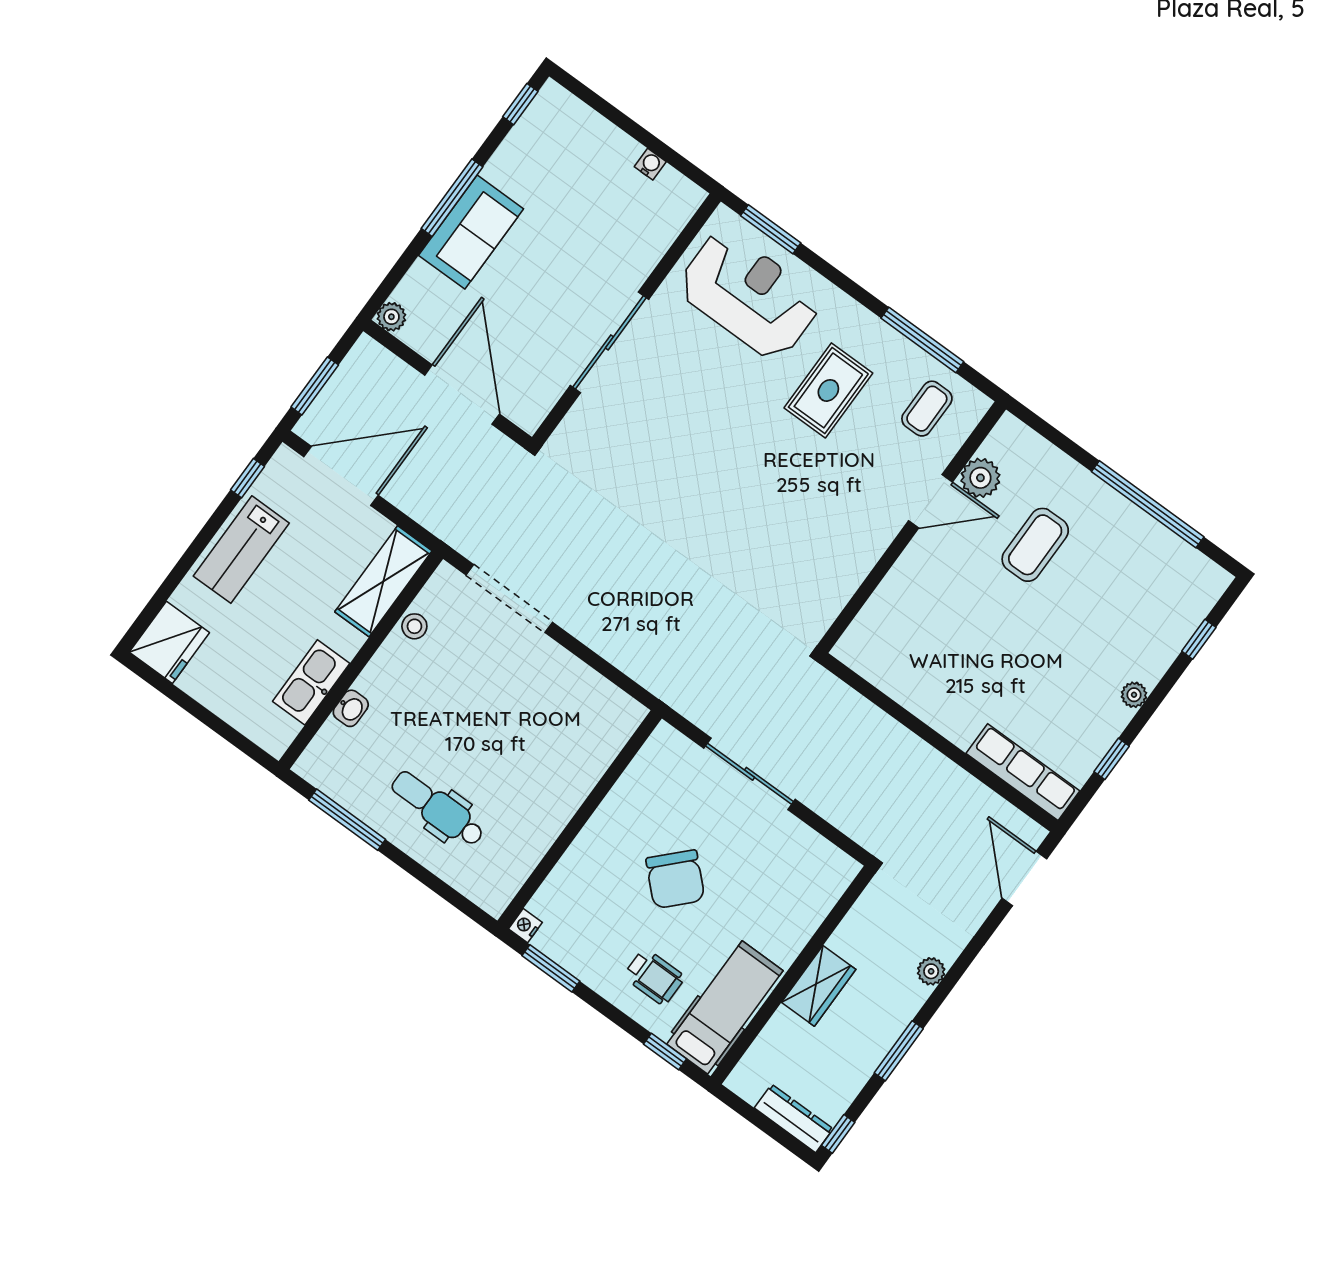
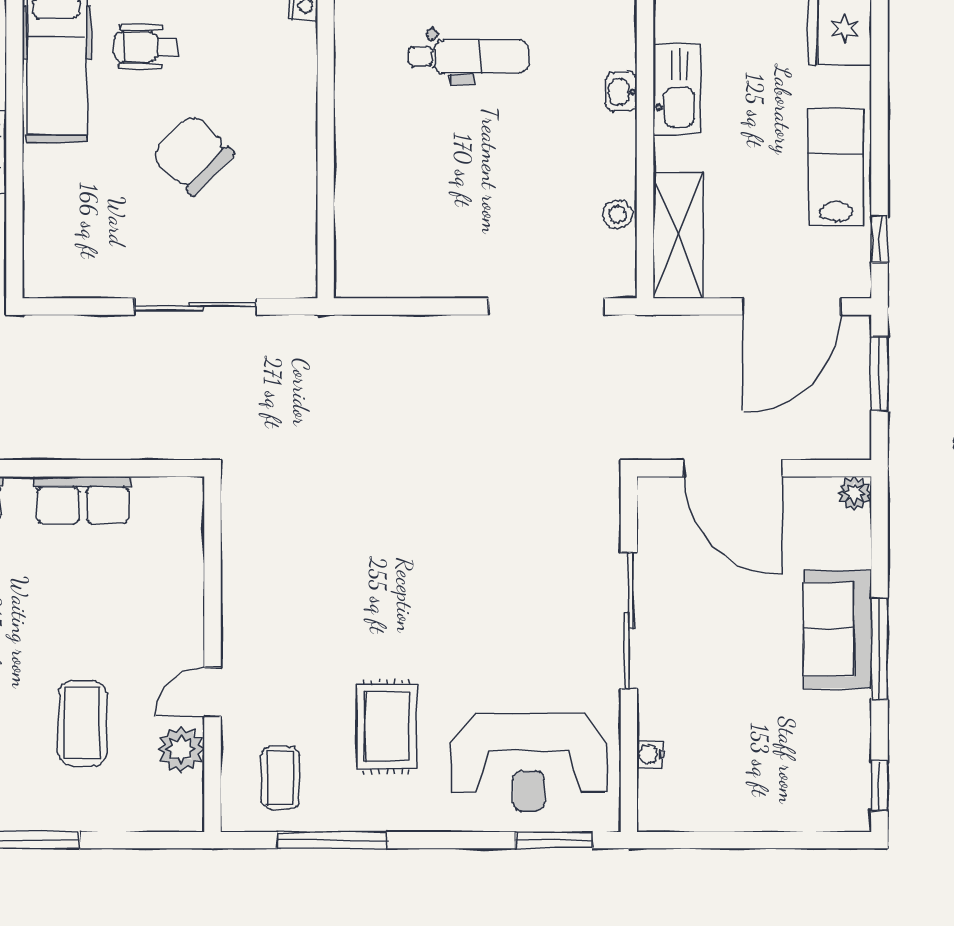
water cooler: (650, 164) -> (650, 754), moved, turned 90
door: (930, 501) -> (212, 692), width x0.73
row of seats: (923, 698) -> (83, 500), added

